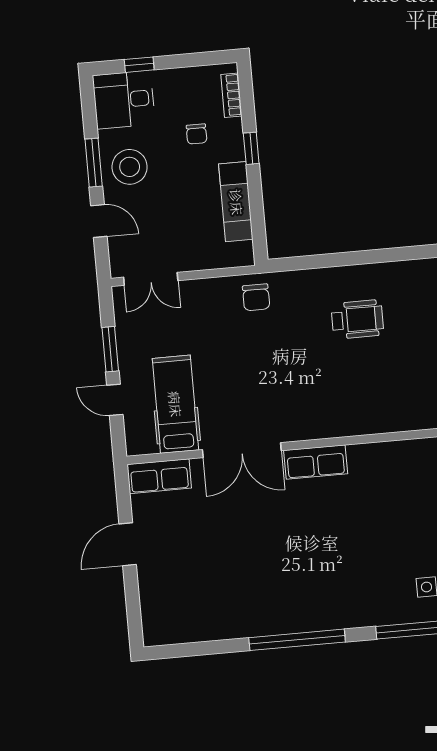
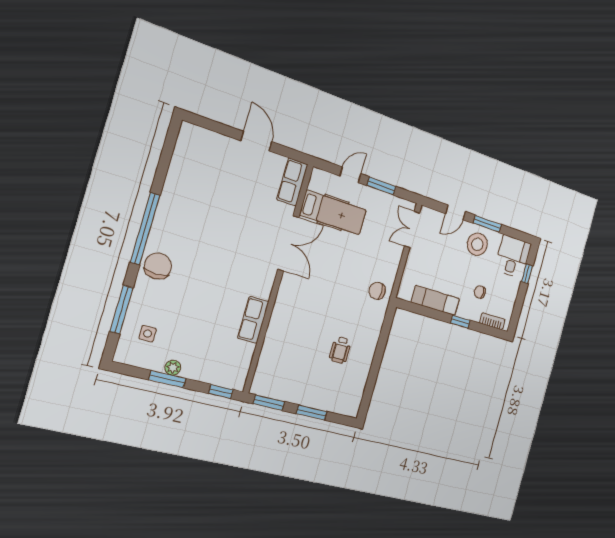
wheelchair: (357, 319) -> (340, 350), width x0.73, depth x0.73
double door: (242, 450) -> (288, 243), swing flipped
row of seats: (316, 462) -> (253, 320), moved
chair: (337, 607) -> (158, 266), added

